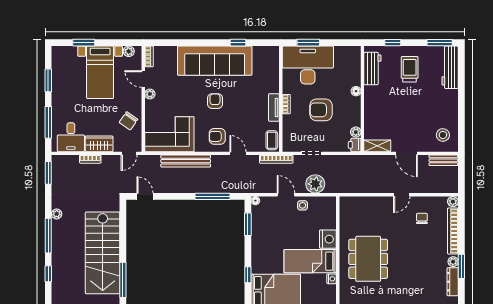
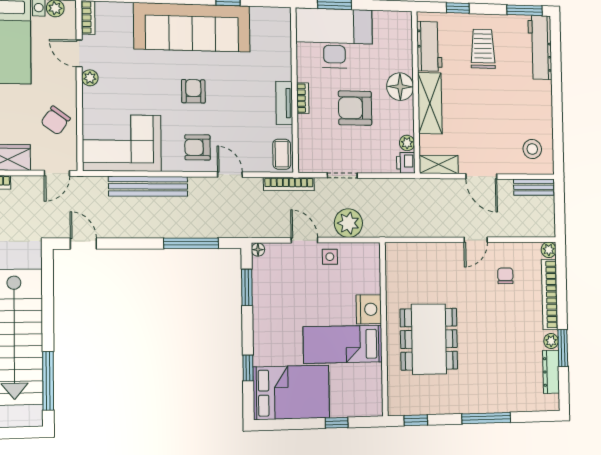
floor lamp: (356, 91) -> (400, 87), width x1.89, depth x1.89
shelving: (372, 106) -> (430, 103), added
nightstand: (332, 279) -> (375, 371), removed

